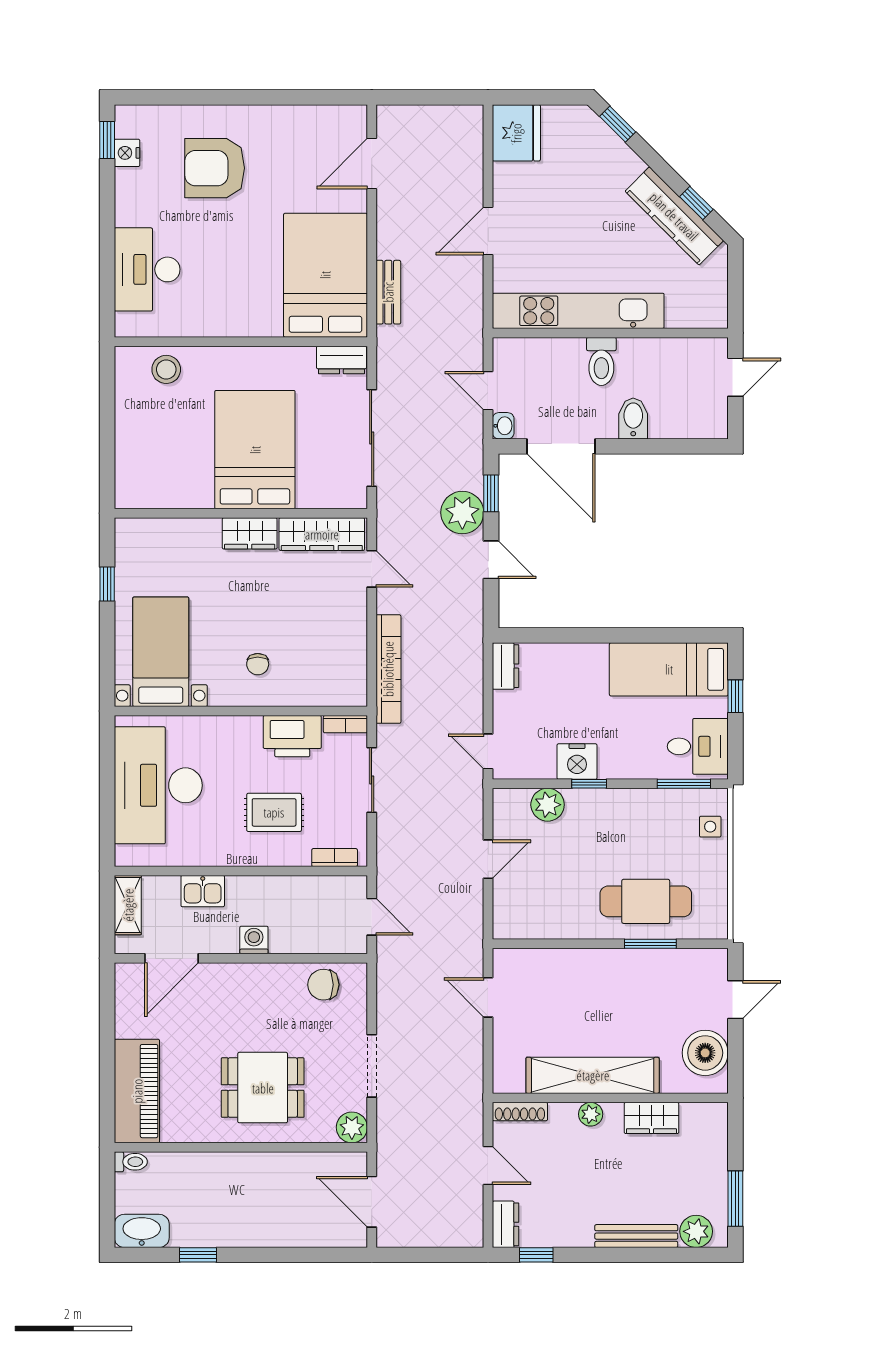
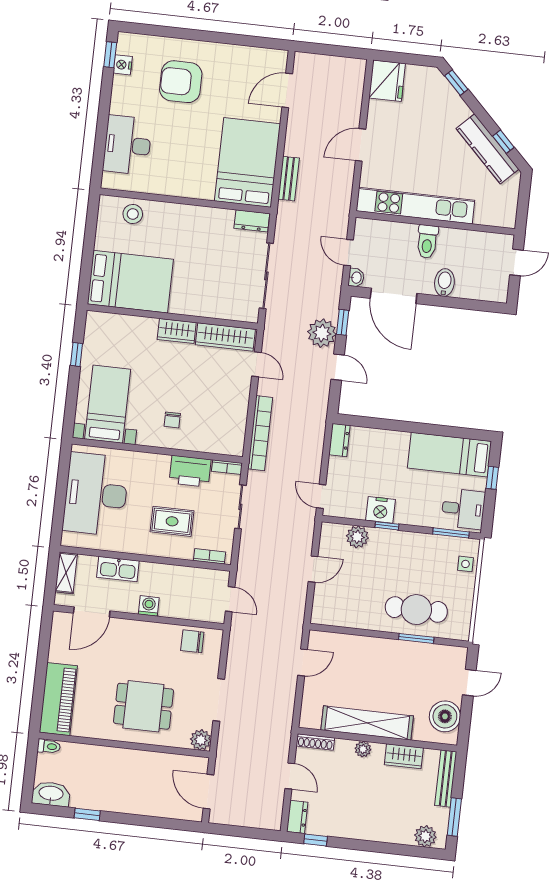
bed: (255, 450) -> (130, 282), moved, turned 90
kitchen sink: (203, 891) -> (118, 569), width x1.38
door: (488, 997) -> (303, 662), swing flipped
bench: (636, 1236) -> (446, 778), moved, turned 90

